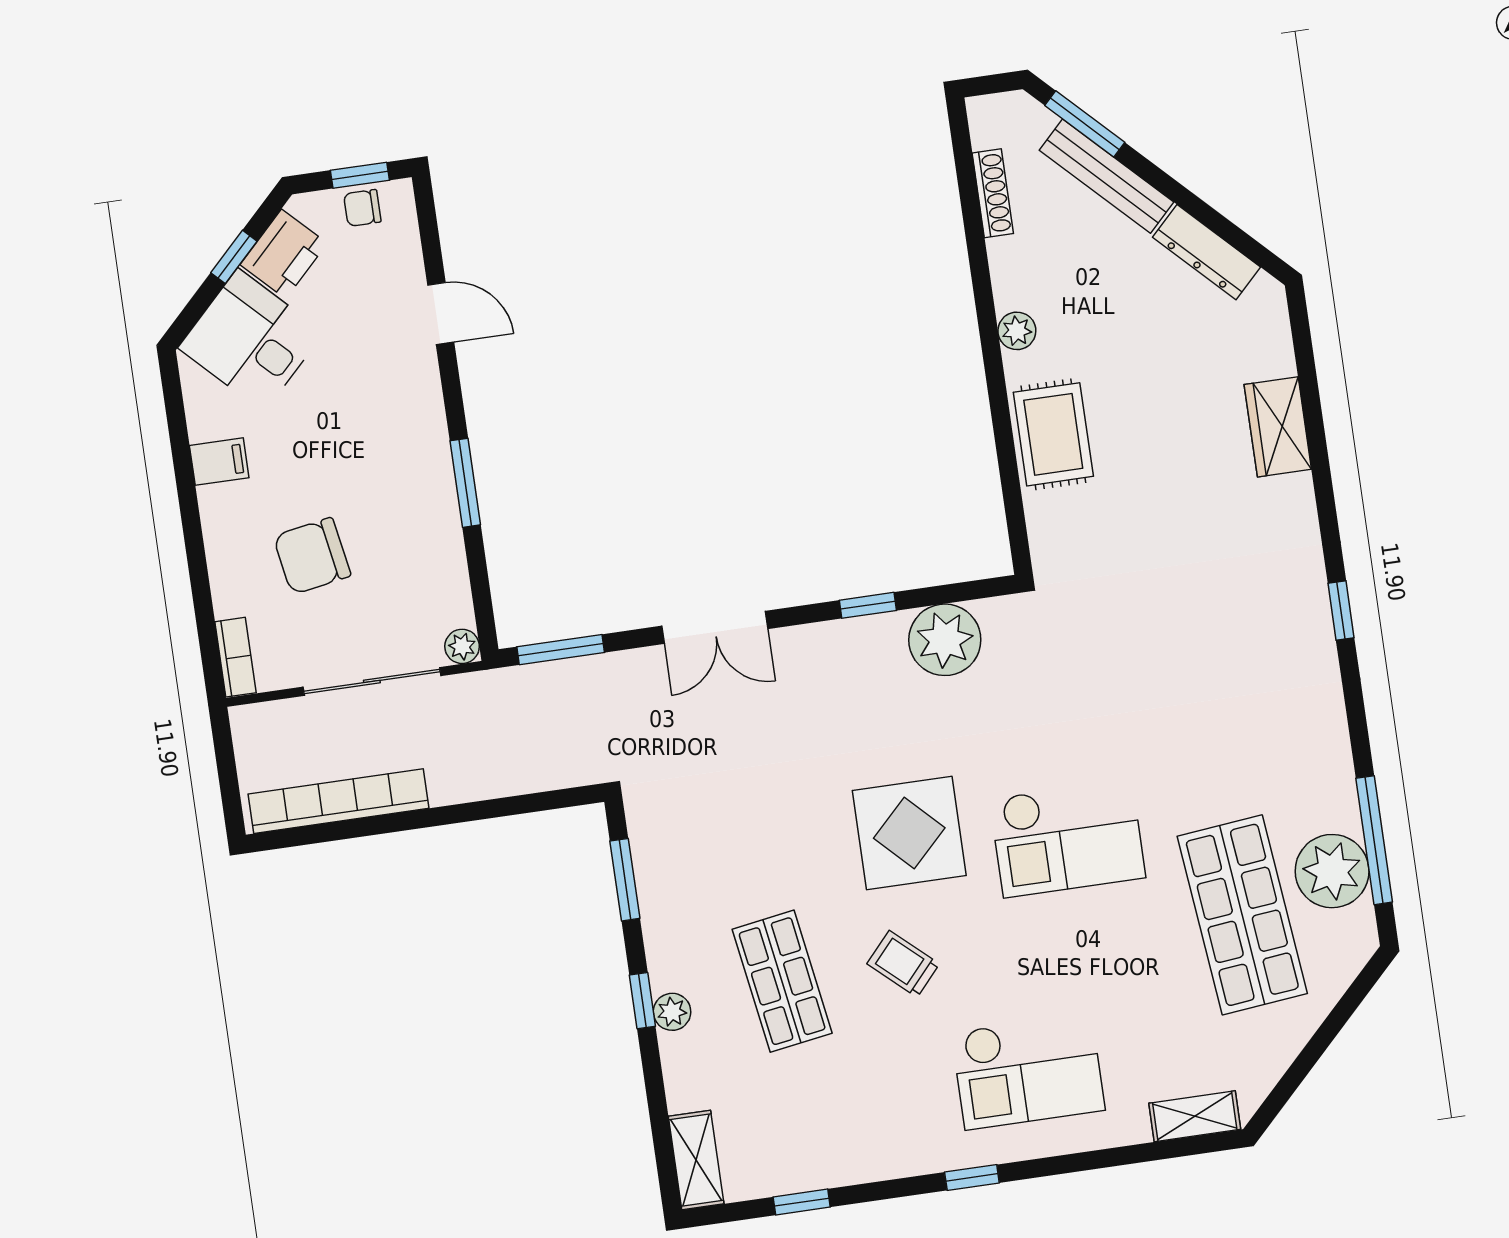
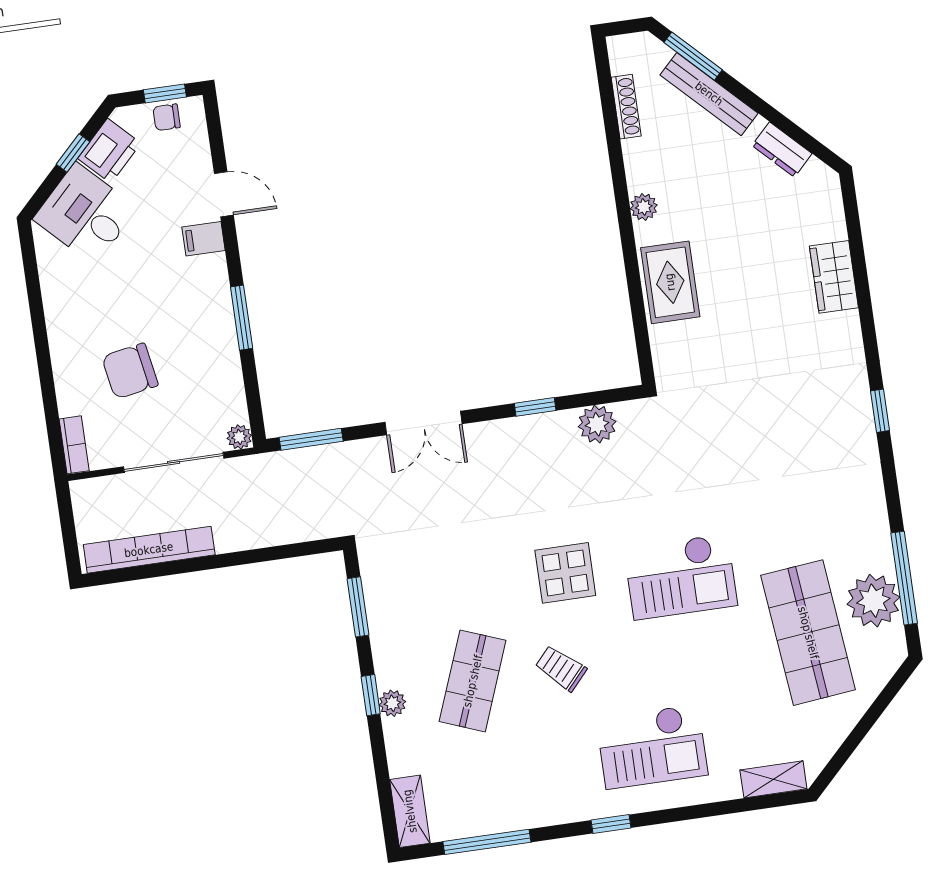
dresser: (1207, 252) -> (782, 150), width x0.70
filing cabinet: (219, 462) -> (204, 239), moved, turned 180
plant: (945, 640) -> (597, 424), width x0.73, depth x0.73
display table: (909, 833) -> (565, 573), width x0.73, depth x0.73
shop shelf: (782, 981) -> (473, 681), turned 30
window: (802, 1202) -> (487, 842), width x2.17

